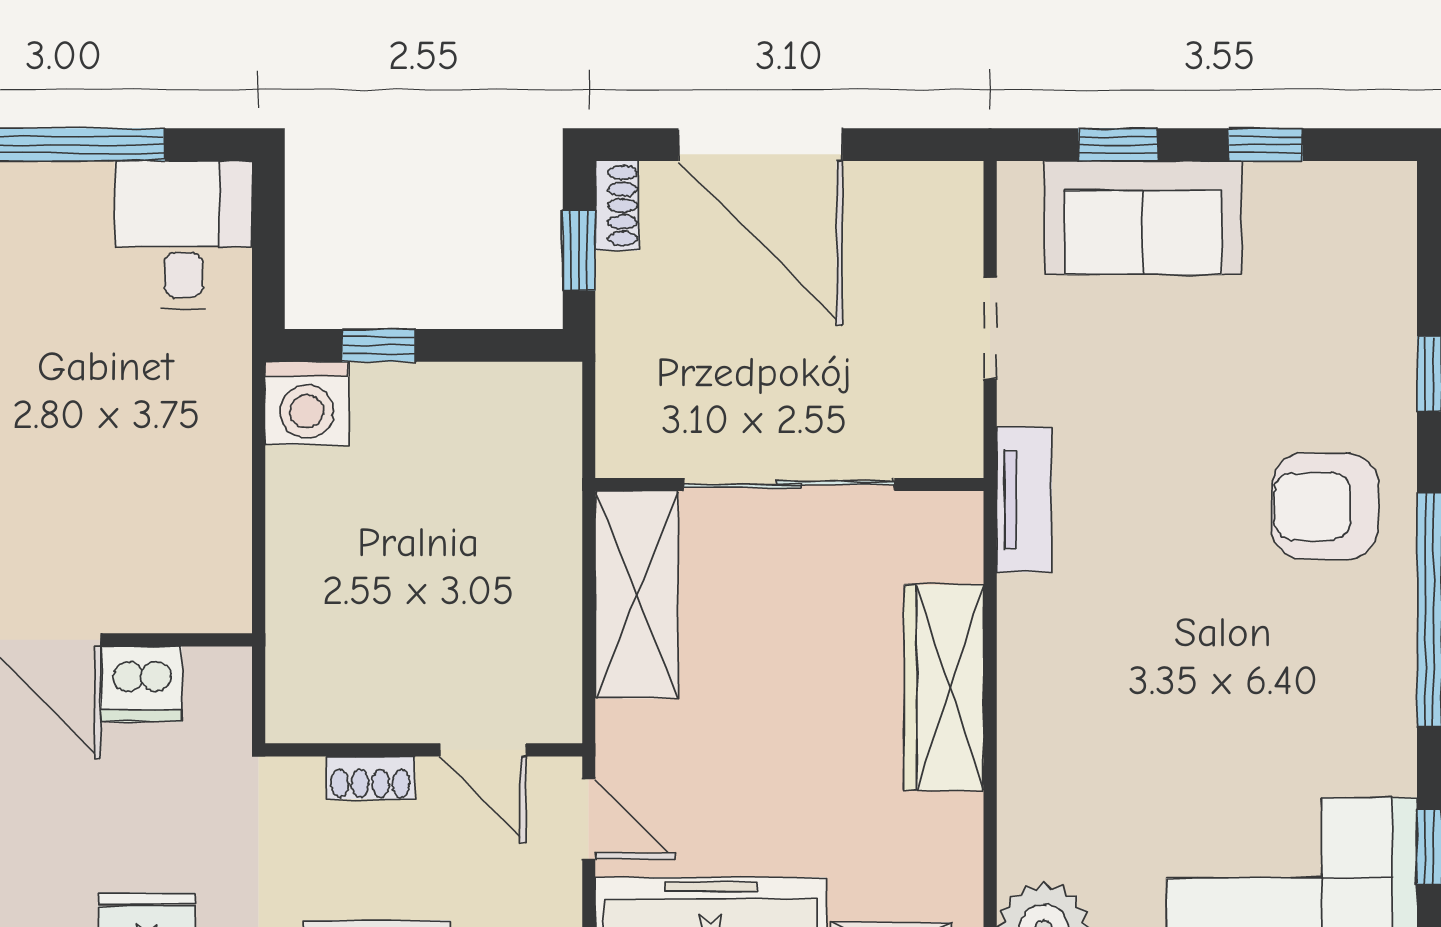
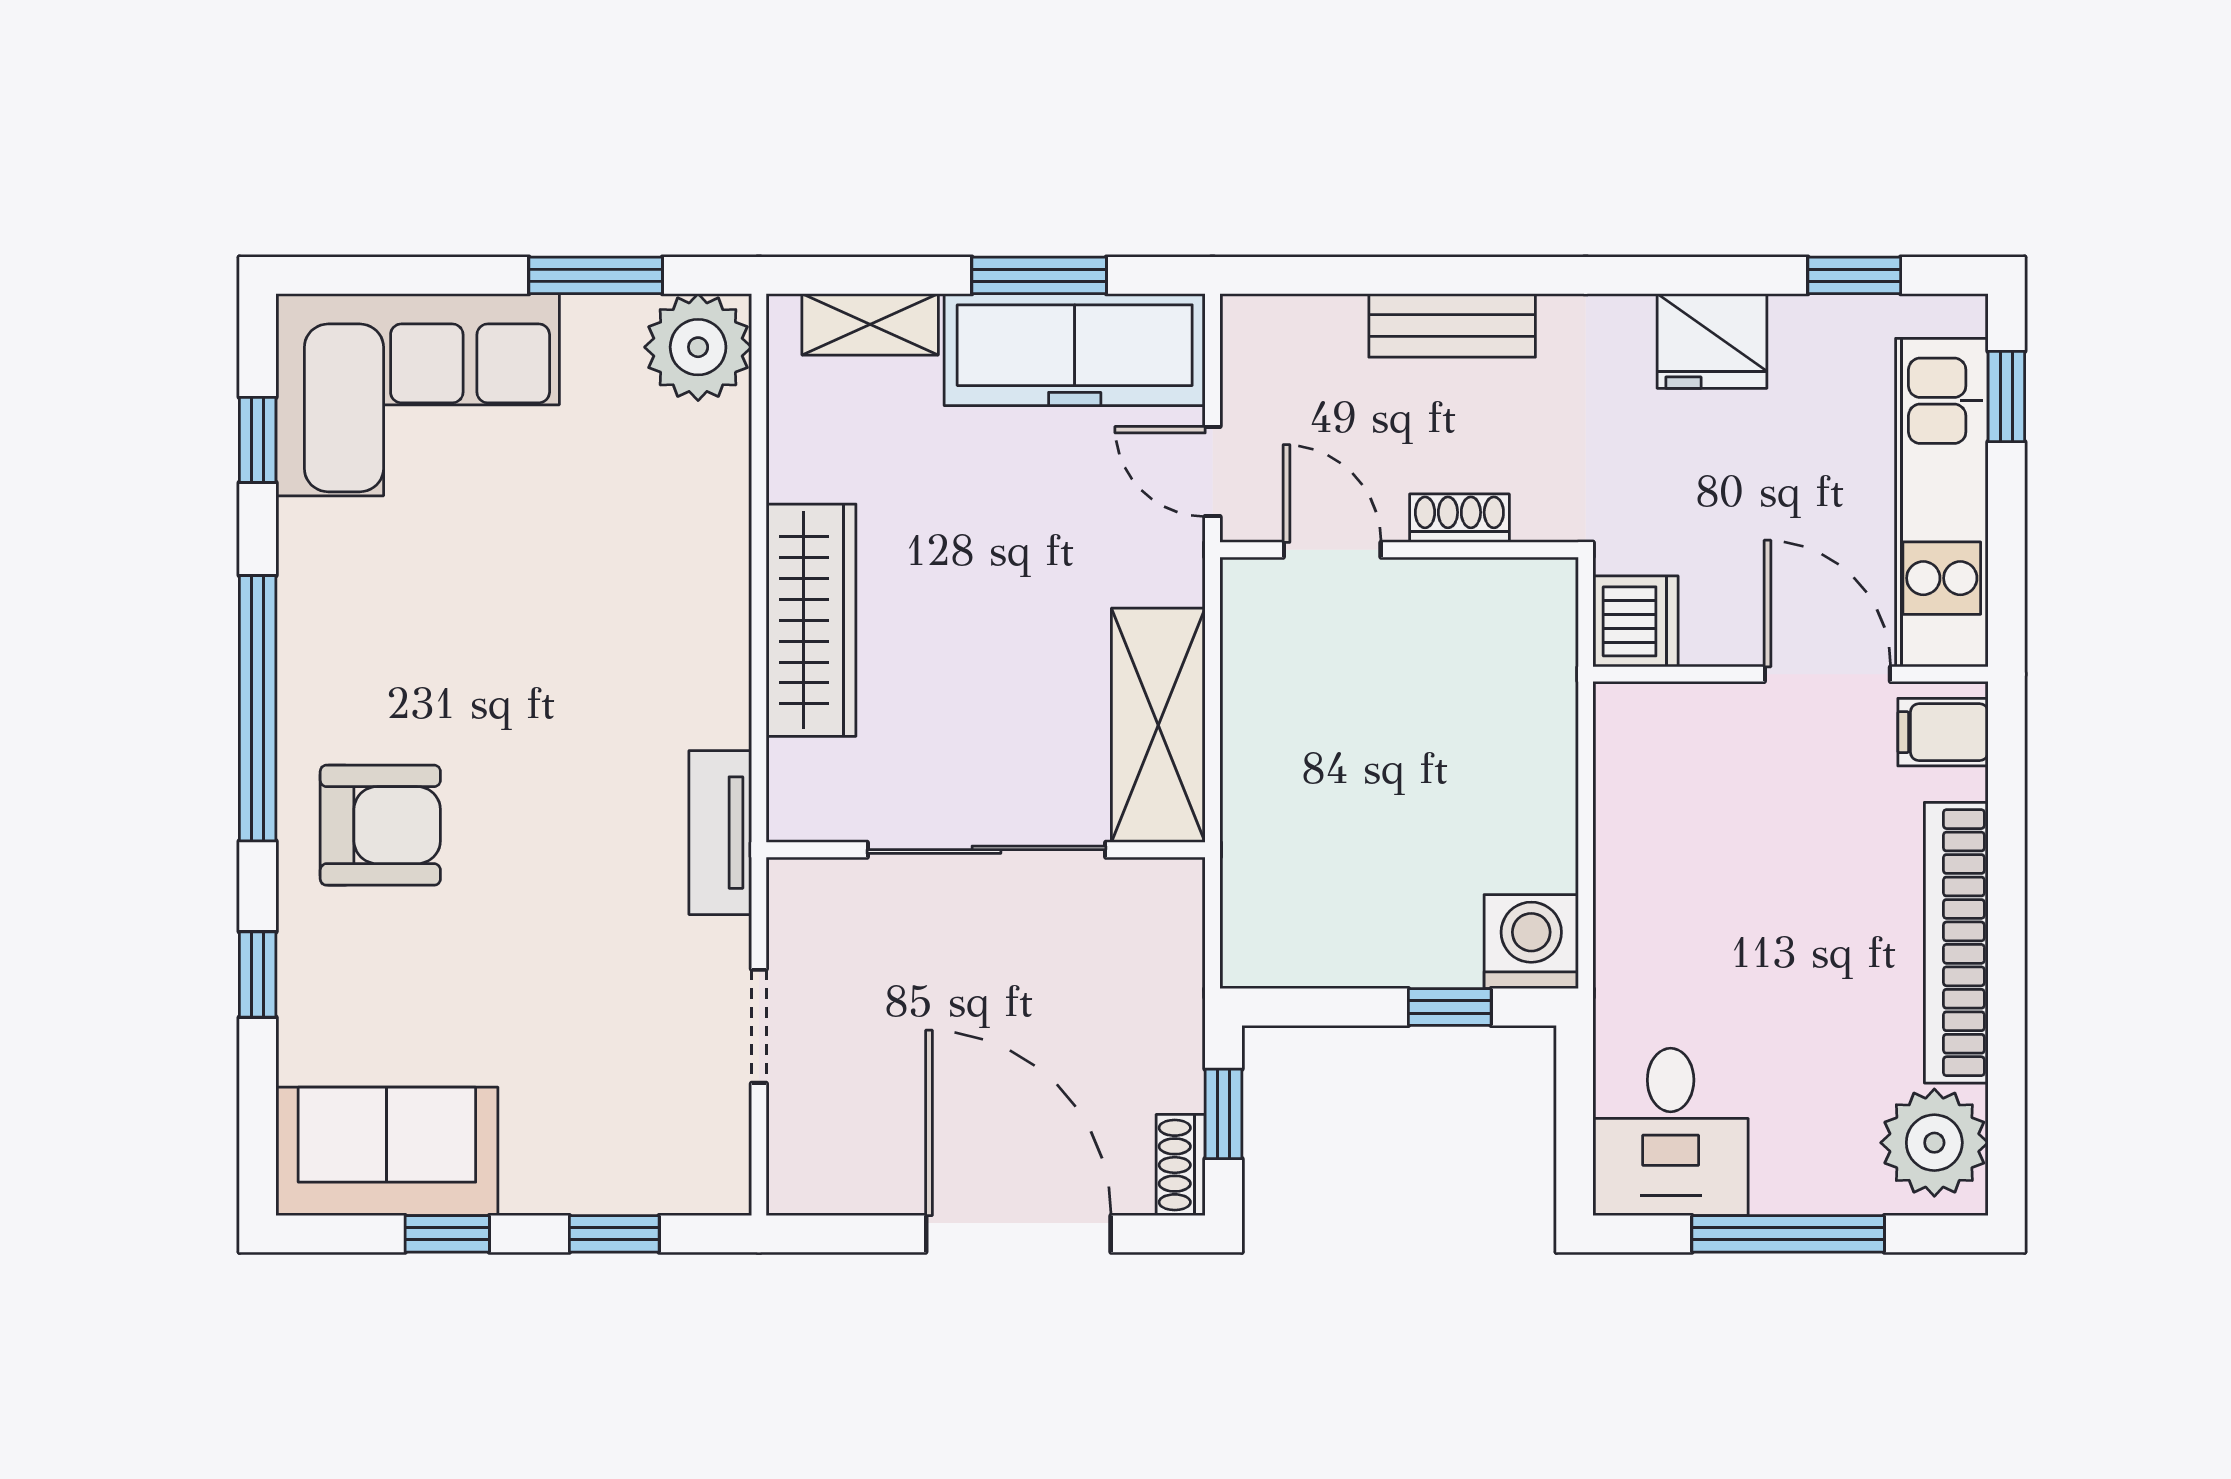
sofa: (1143, 218) -> (387, 1151), moved
dishwasher: (142, 684) -> (1636, 621), moved, turned 90

